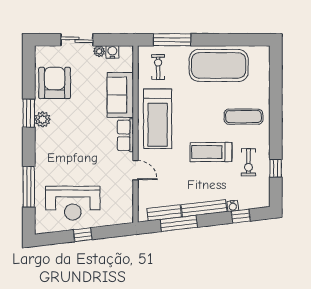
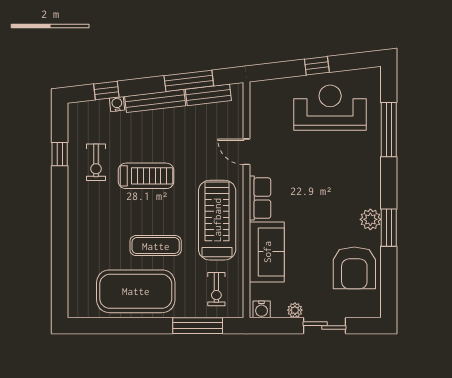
water cooler: (112, 52) -> (262, 309), moved
exercise mat: (243, 117) -> (156, 246), moved
exercise bike: (248, 162) -> (96, 162), turned 180

